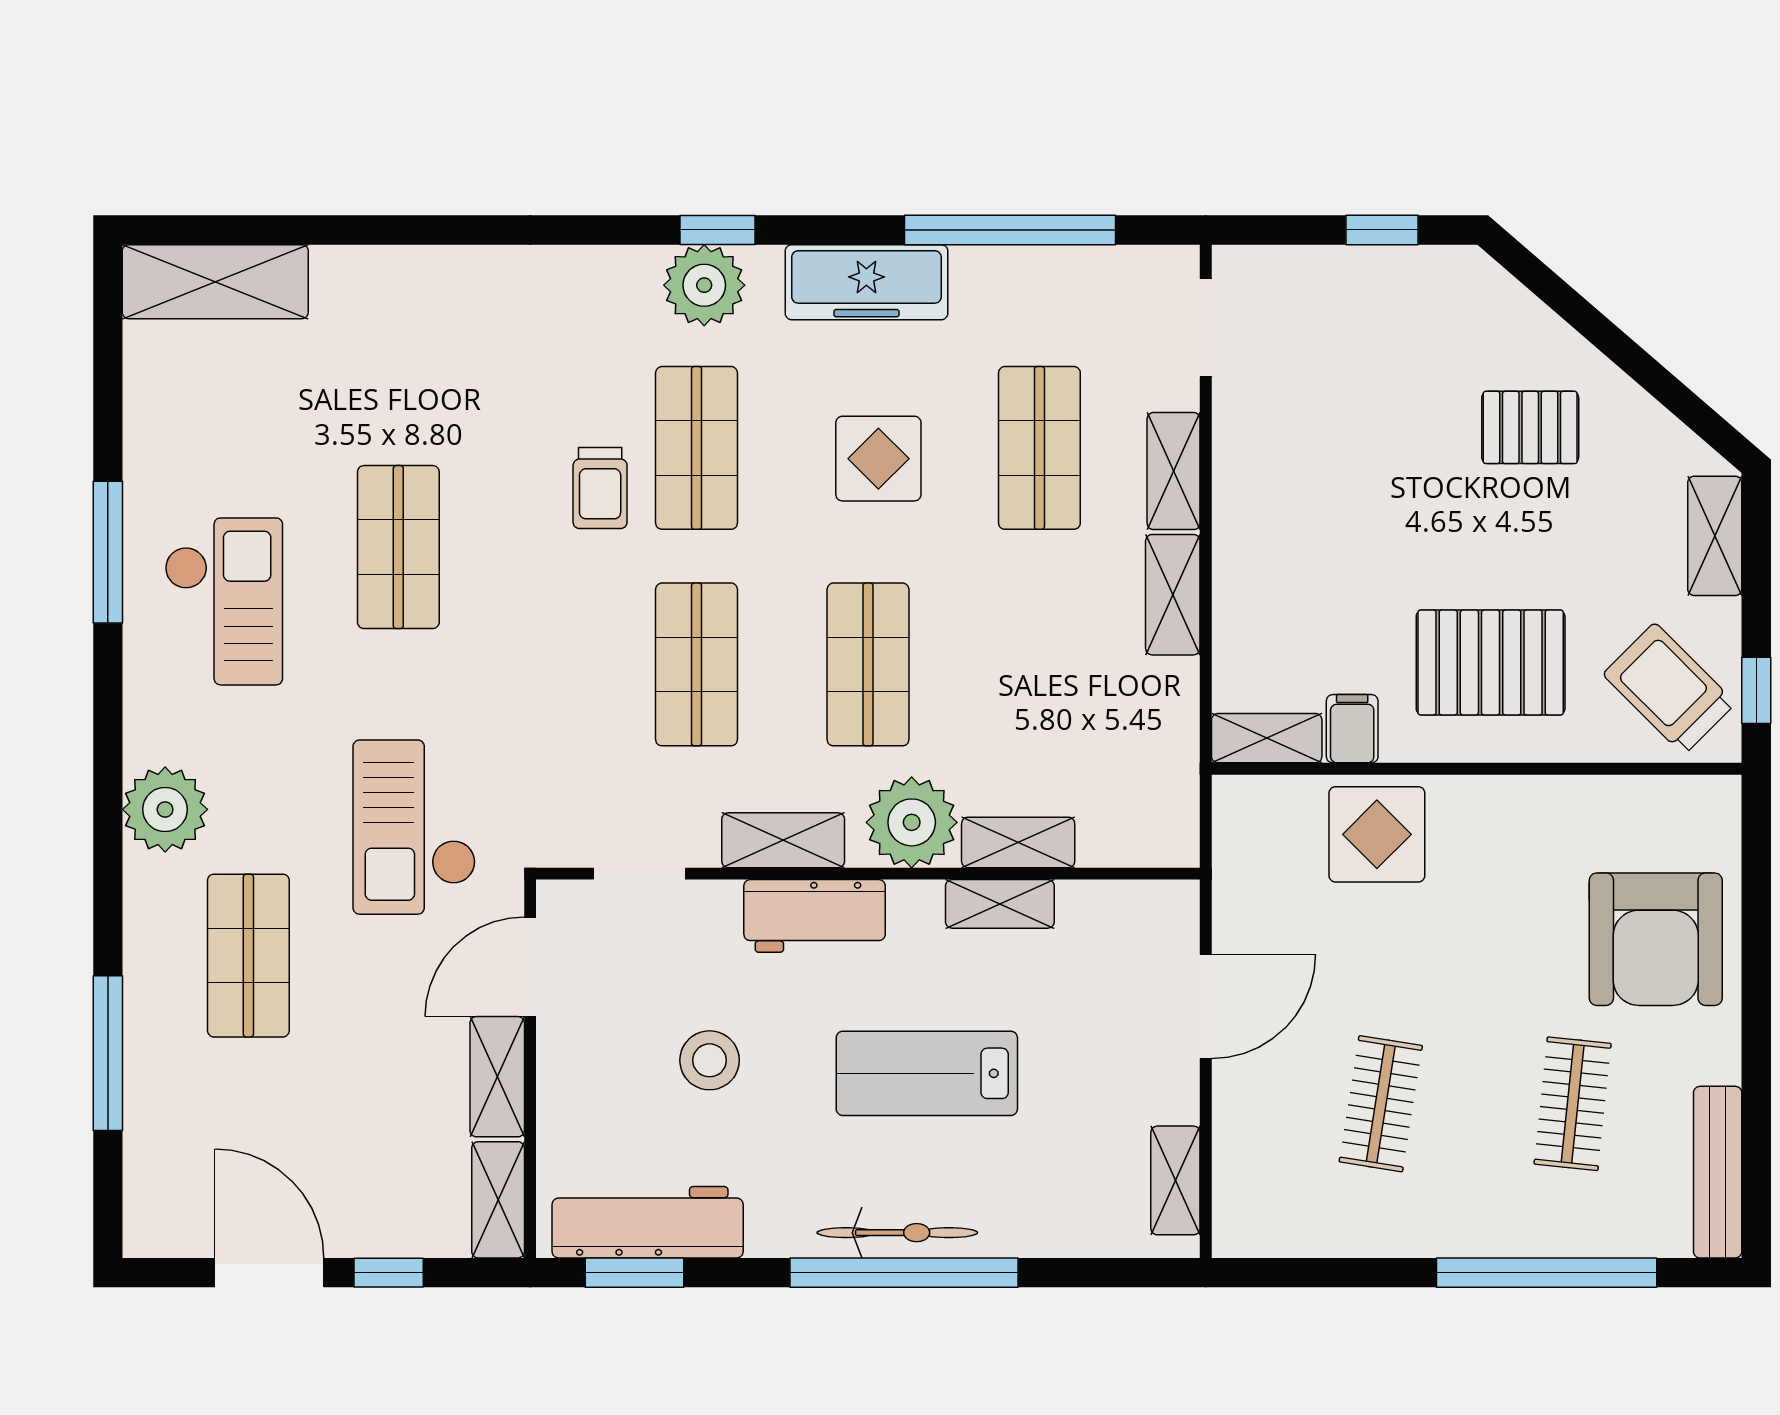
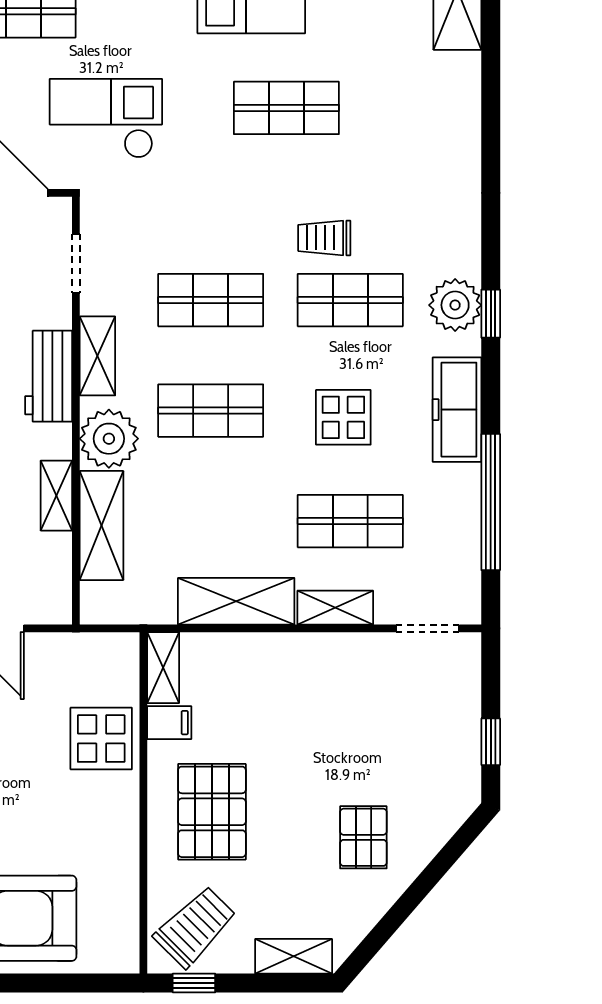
shelving: (1173, 595) -> (236, 601), width x1.50, depth x1.33
shelving: (1018, 842) -> (101, 526), width x1.50, depth x1.33

